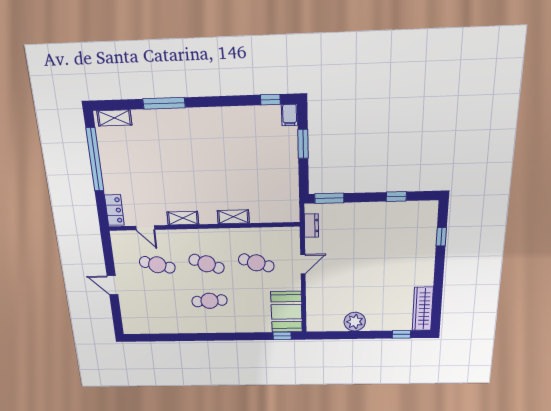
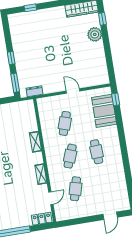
window: (396, 197) -> (11, 58), moved
door: (303, 264) -> (73, 91), moved
door: (112, 285) -> (110, 216), moved
booth: (287, 312) -> (104, 111), moved, turned 90
plant: (355, 322) -> (95, 34), moved

